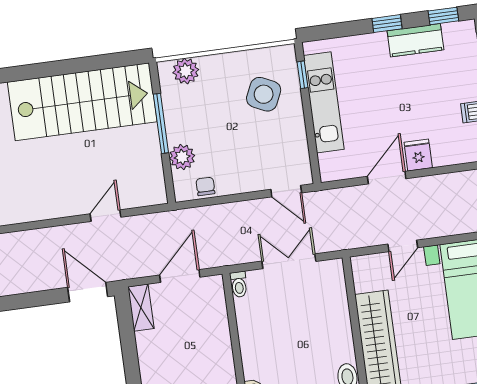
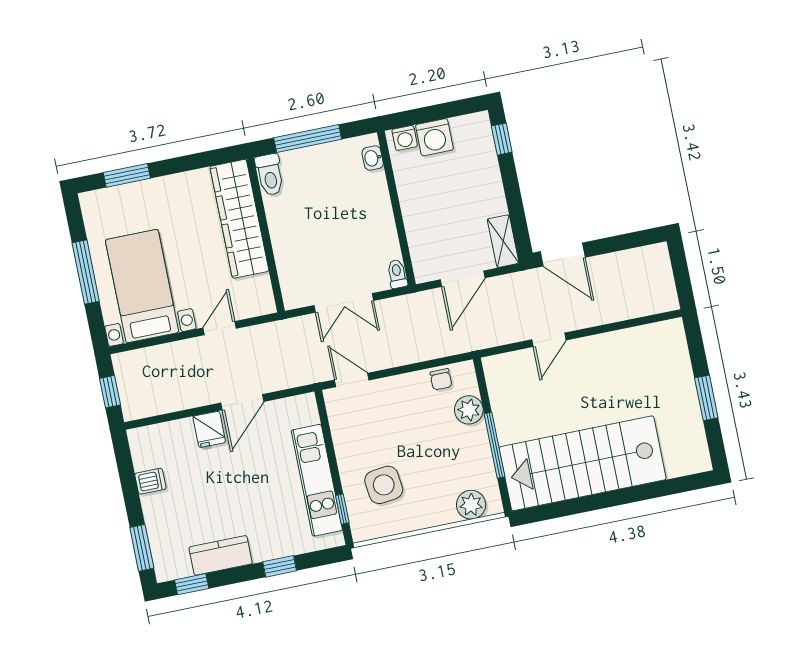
window: (387, 24) -> (280, 566), moved
side table: (264, 94) -> (384, 485), turned -32

